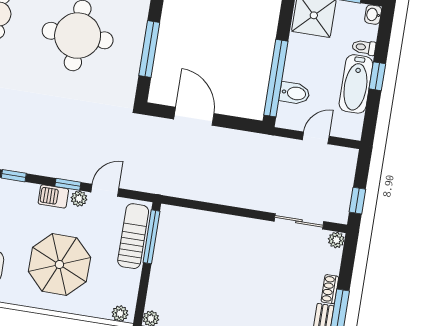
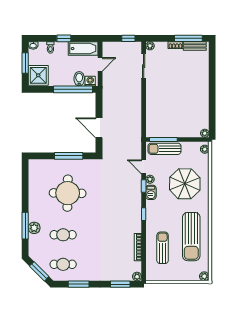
bathtub: (356, 84) -> (83, 49), moved
washing machine: (287, 114) -> (90, 81), added
door: (194, 116) -> (99, 128), hinge flipped
door: (316, 138) -> (100, 64), swing flipped

